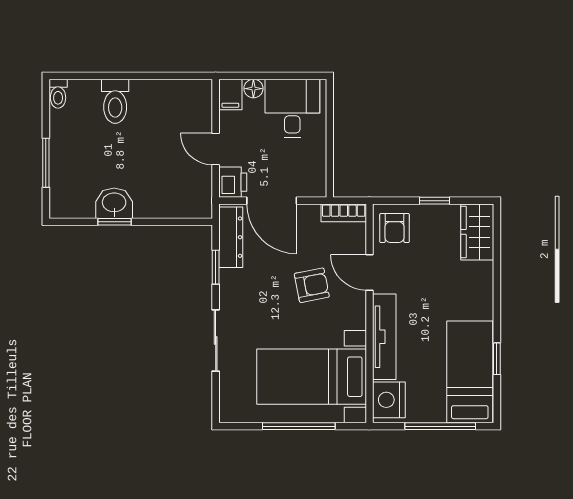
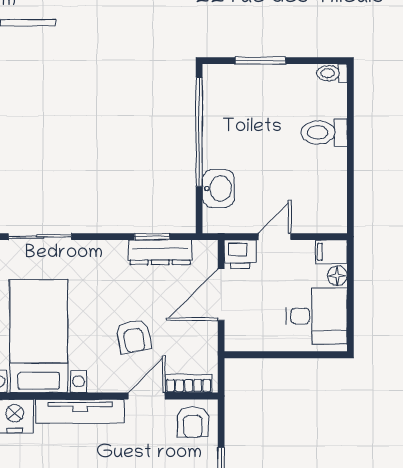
washbasin: (114, 203) -> (218, 188), moved
bookcase: (344, 213) -> (189, 383), moved, turned 90
window: (115, 222) -> (199, 132), width x3.17
armchair: (395, 228) -> (193, 422), turned -90
dresser: (231, 237) -> (160, 252), moved
sliding door: (216, 340) -> (40, 237), moved

